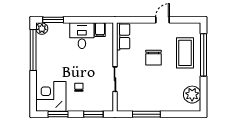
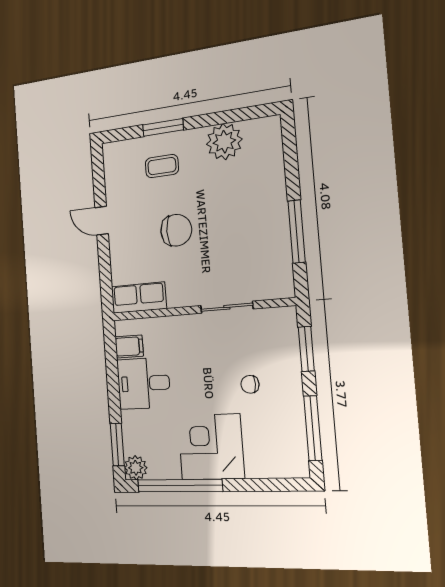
coffee table: (185, 53) -> (162, 166), width x0.54, depth x0.58
window: (204, 55) -> (163, 127), width x0.47
plant: (192, 95) -> (224, 142), moved
corner desk: (51, 96) -> (211, 447), moved, turned 90
window: (58, 114) -> (313, 428), width x1.44

